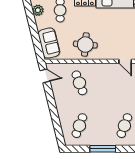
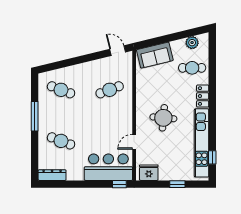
round table: (85, 45) -> (163, 118), moved
door: (45, 76) -> (118, 51), swing flipped

